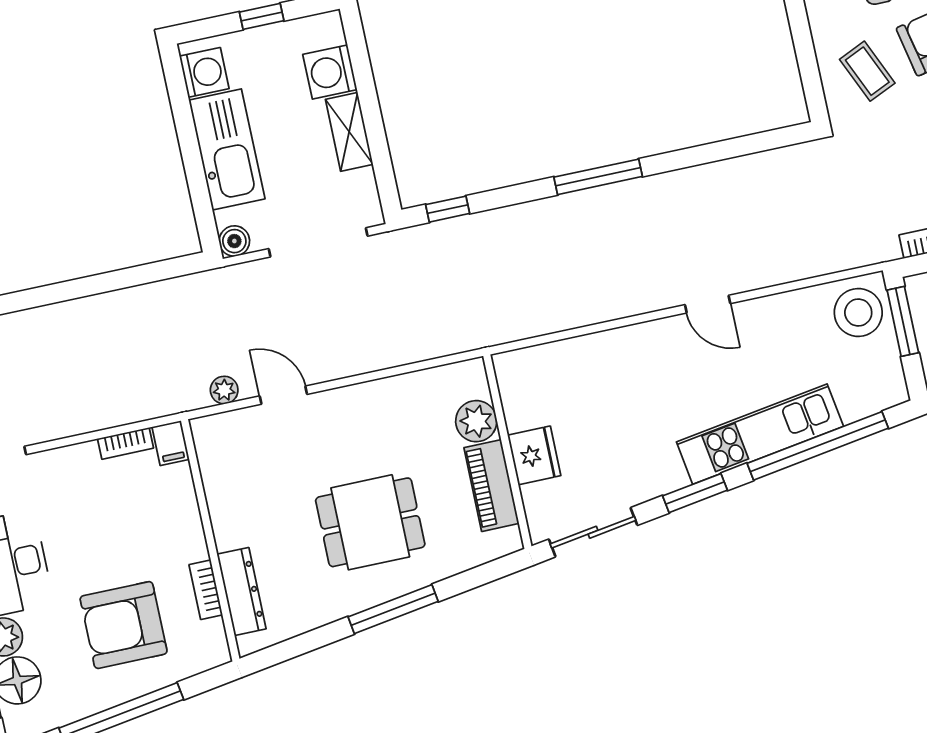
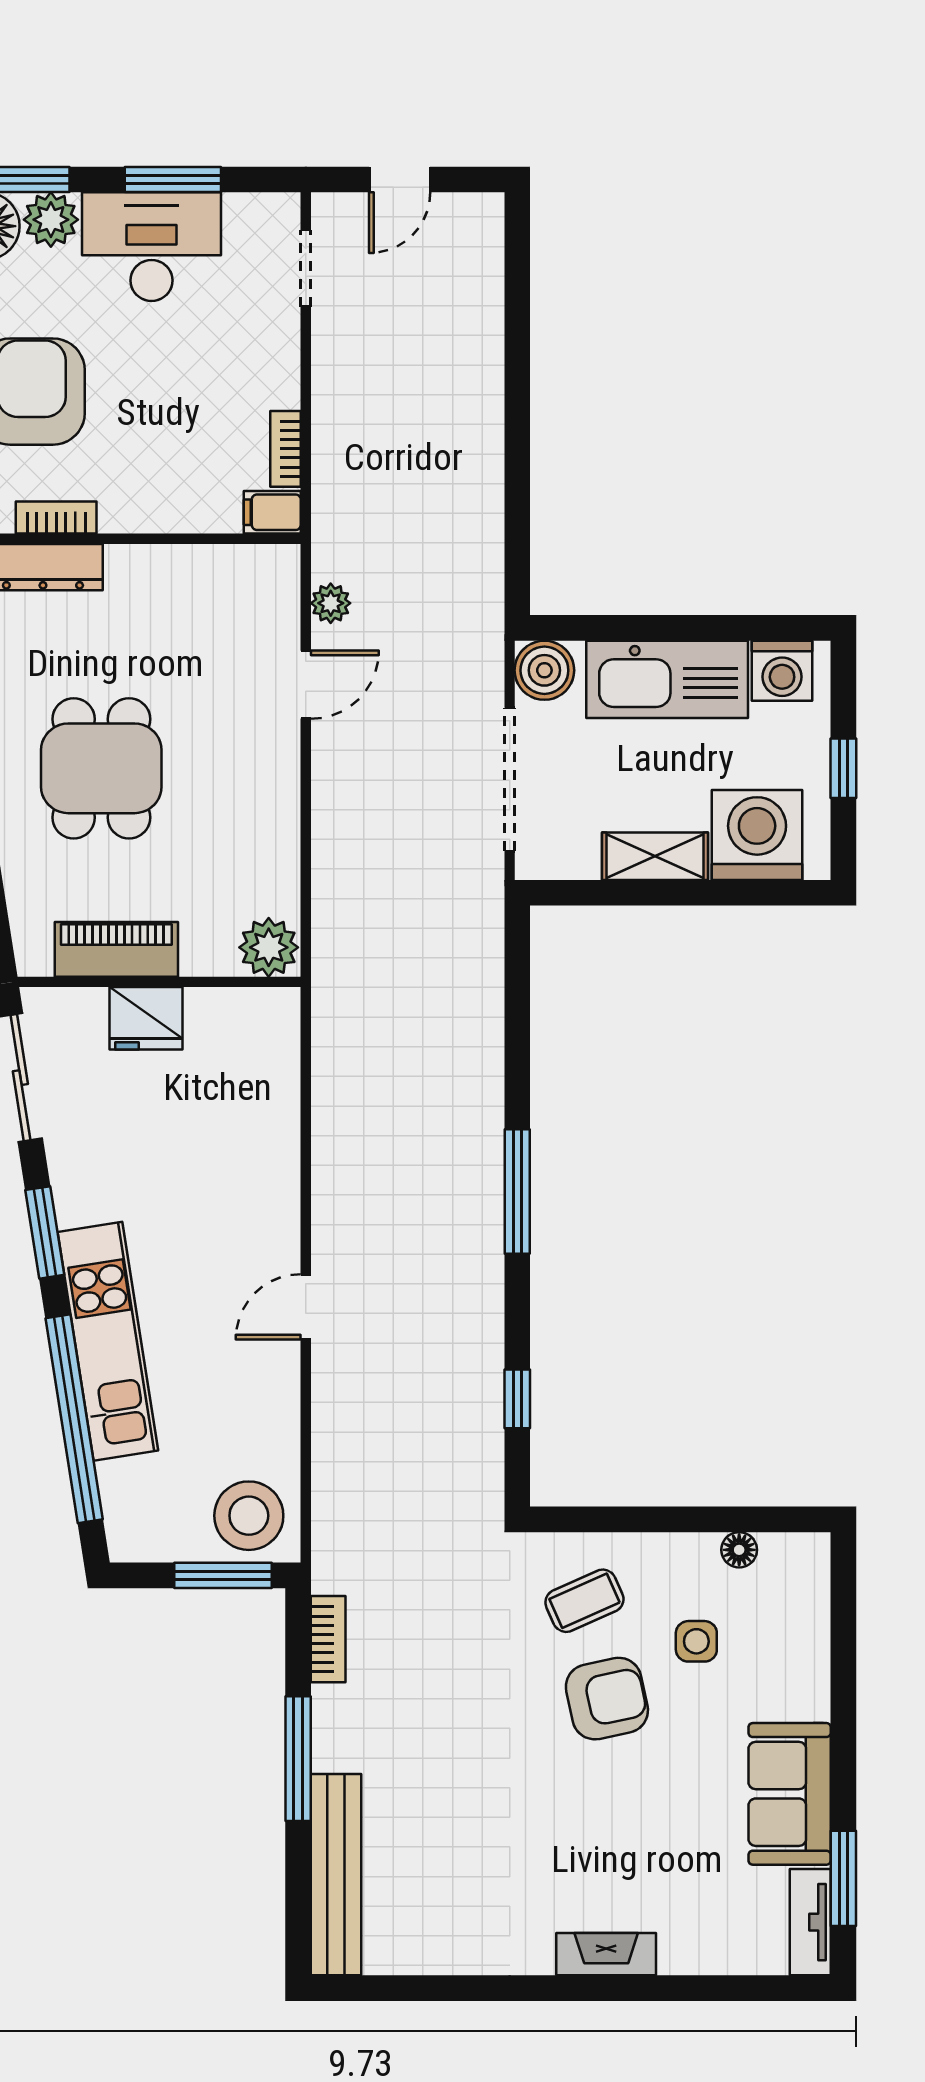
washing machine: (330, 72) -> (757, 835), width x1.37, depth x1.37
window: (448, 209) -> (517, 1399), moved
boiler: (234, 241) -> (544, 670), width x1.36, depth x1.36
plant: (476, 421) -> (269, 947), moved

